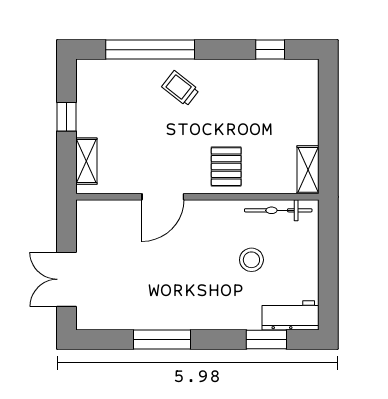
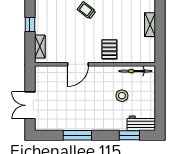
shelving: (308, 170) -> (150, 25), moved

